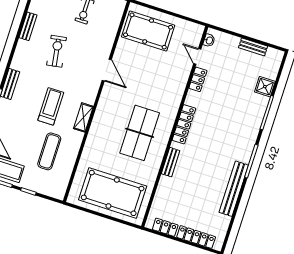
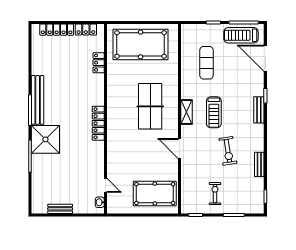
locker: (198, 79) -> (99, 63), moved
shower: (265, 87) -> (45, 139), moved, width x1.86, depth x1.86
treadmill: (51, 106) -> (214, 112), moved
shelving: (83, 117) -> (187, 112), moved
table tennis table: (140, 133) -> (150, 106), moved
bench: (171, 162) -> (99, 87), removed
bench: (234, 189) -> (38, 100), moved

